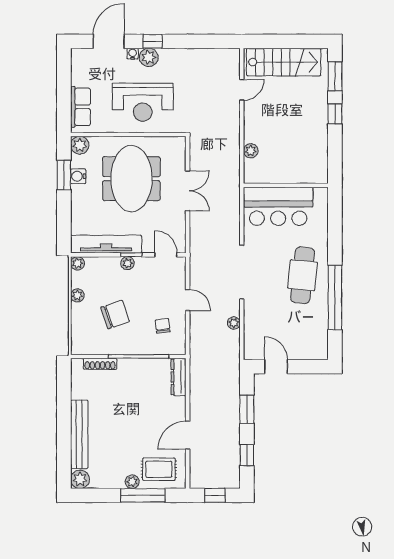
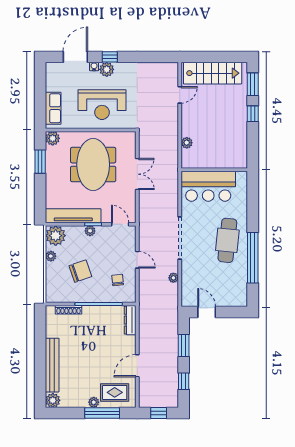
water cooler: (78, 176) -> (51, 163), removed
plant: (78, 263) -> (56, 236), width x1.88, depth x1.88

